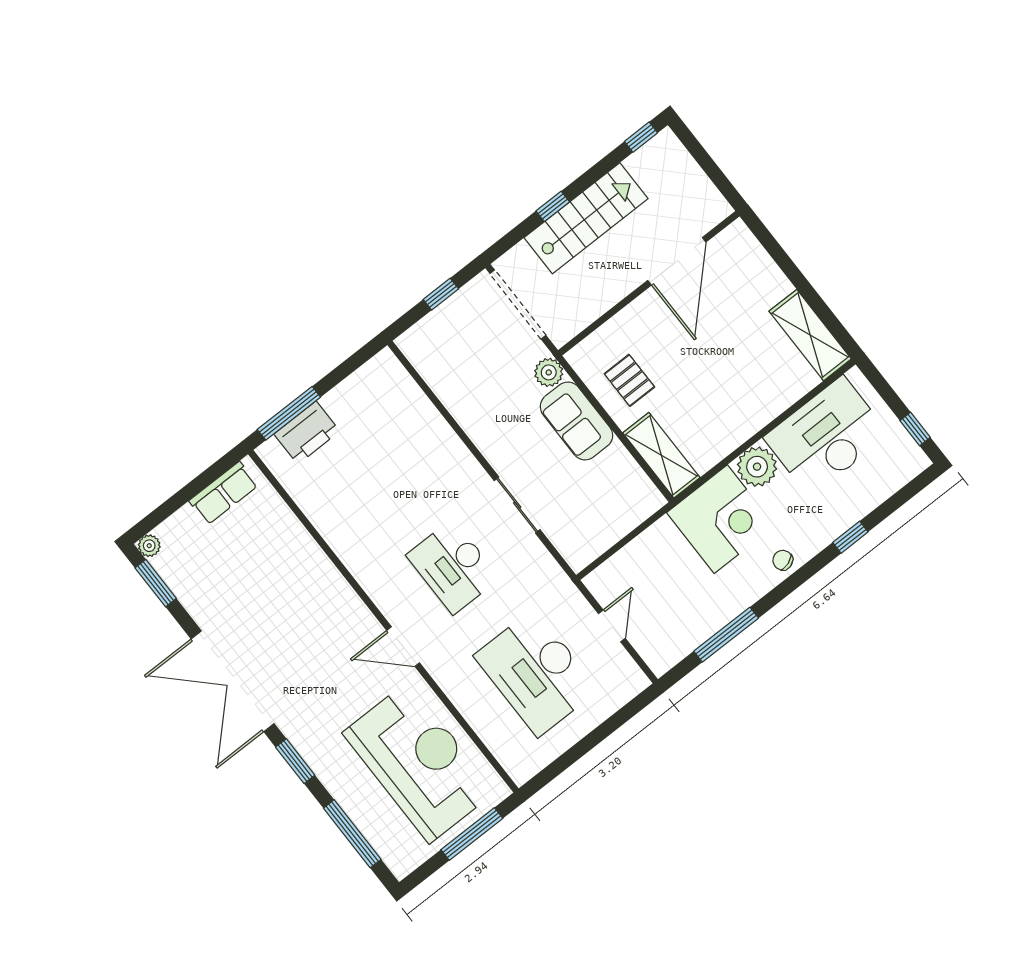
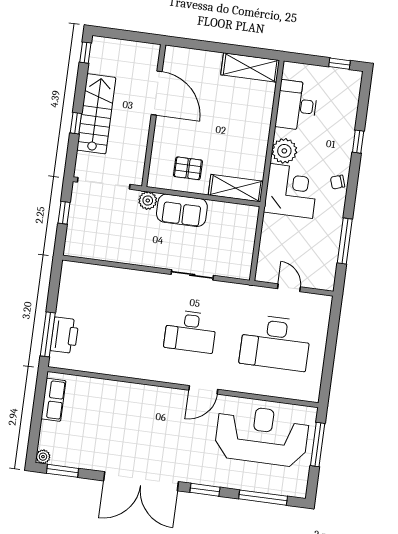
desk: (826, 436) -> (297, 105), width x0.73, depth x0.77

